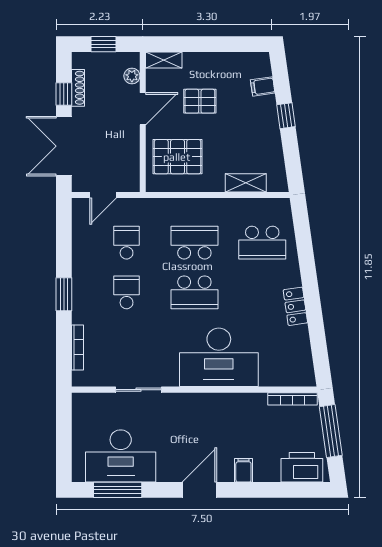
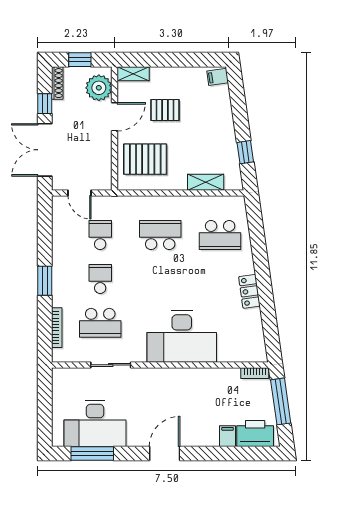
plant: (132, 76) -> (99, 88), width x1.87, depth x1.87
filing cabinet: (263, 86) -> (218, 77), moved
shoe rack: (78, 88) -> (57, 83), moved
window: (286, 116) -> (245, 152), moved
door: (103, 195) -> (79, 193), hinge flipped
school desk: (194, 292) -> (100, 323), moved
bookcase: (293, 399) -> (255, 373), width x0.64
filing cabinet: (243, 470) -> (228, 436), moved

